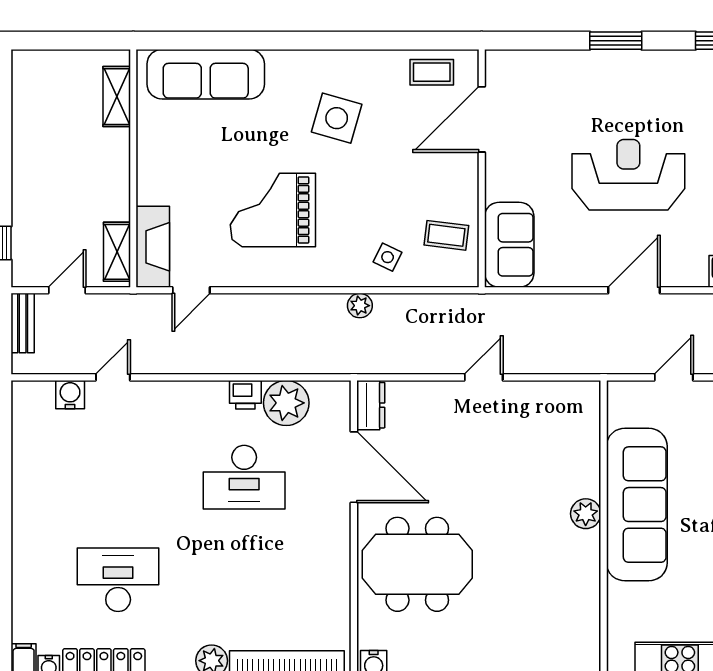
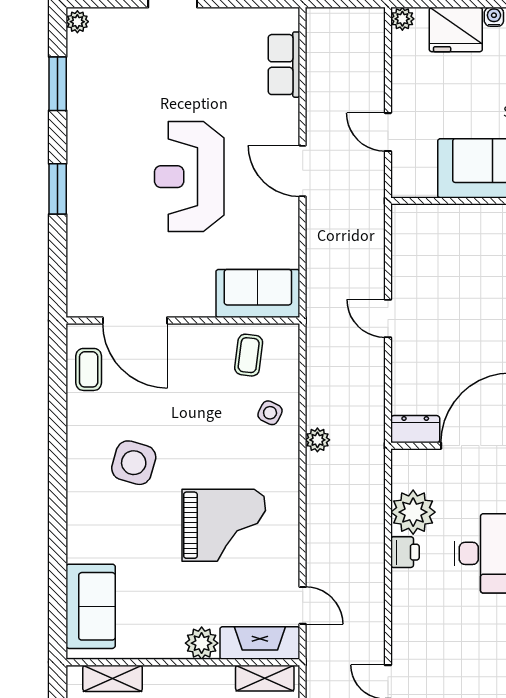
sofa: (206, 74) -> (91, 606), width x0.73
plant: (153, 187) -> (202, 643), added
grand piano: (273, 210) -> (224, 525), turned -90

